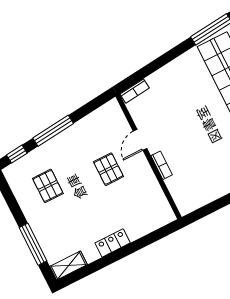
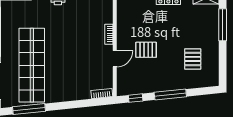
window: (17, 154) -> (136, 98), moved
pallet: (108, 169) -> (146, 50), turned 90

